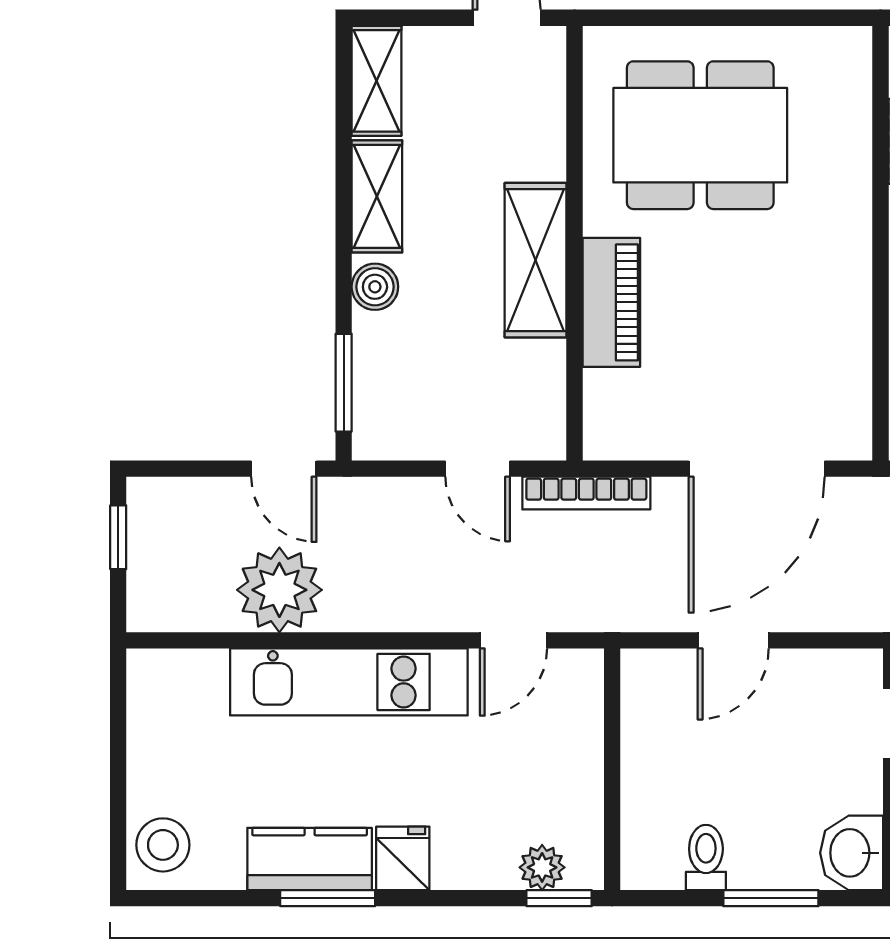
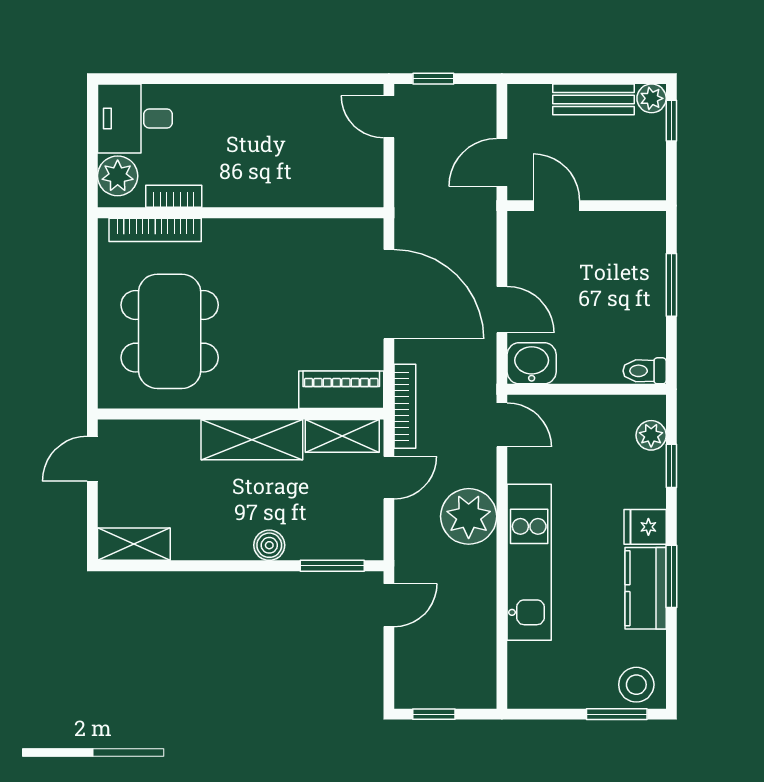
bookcase: (855, 113) -> (155, 230), added
shelving: (377, 196) -> (342, 436), moved
piano: (611, 302) -> (341, 390), moved
plant: (279, 590) -> (469, 516), moved
door: (513, 640) -> (502, 425), moved
window: (118, 815) -> (617, 714), added
washbasin: (852, 853) -> (532, 363), moved, turned 180
toilet: (706, 857) -> (645, 371), moved
window: (559, 898) -> (671, 466), moved

